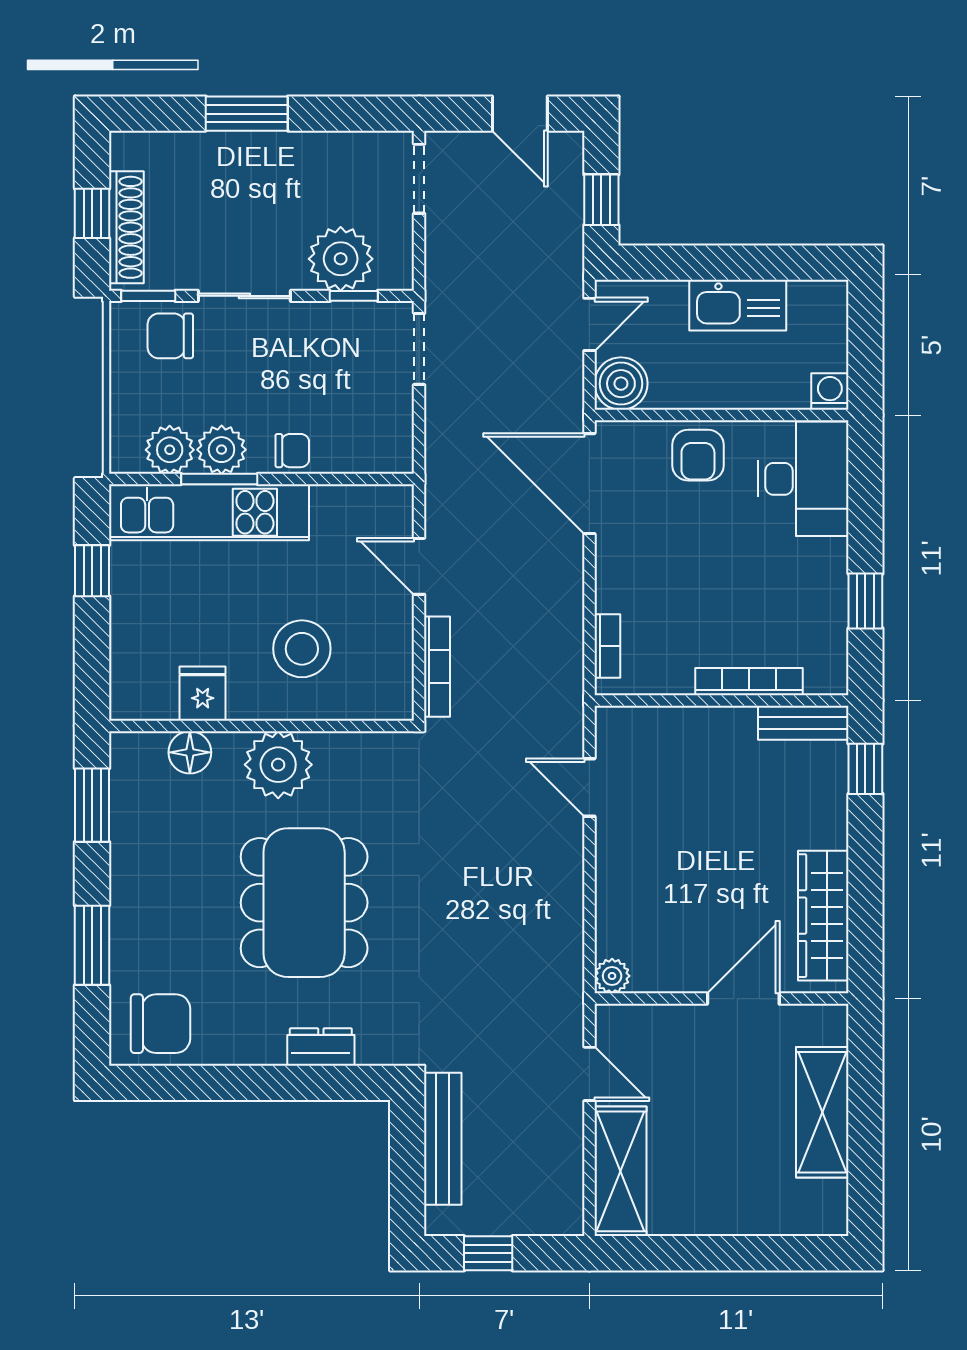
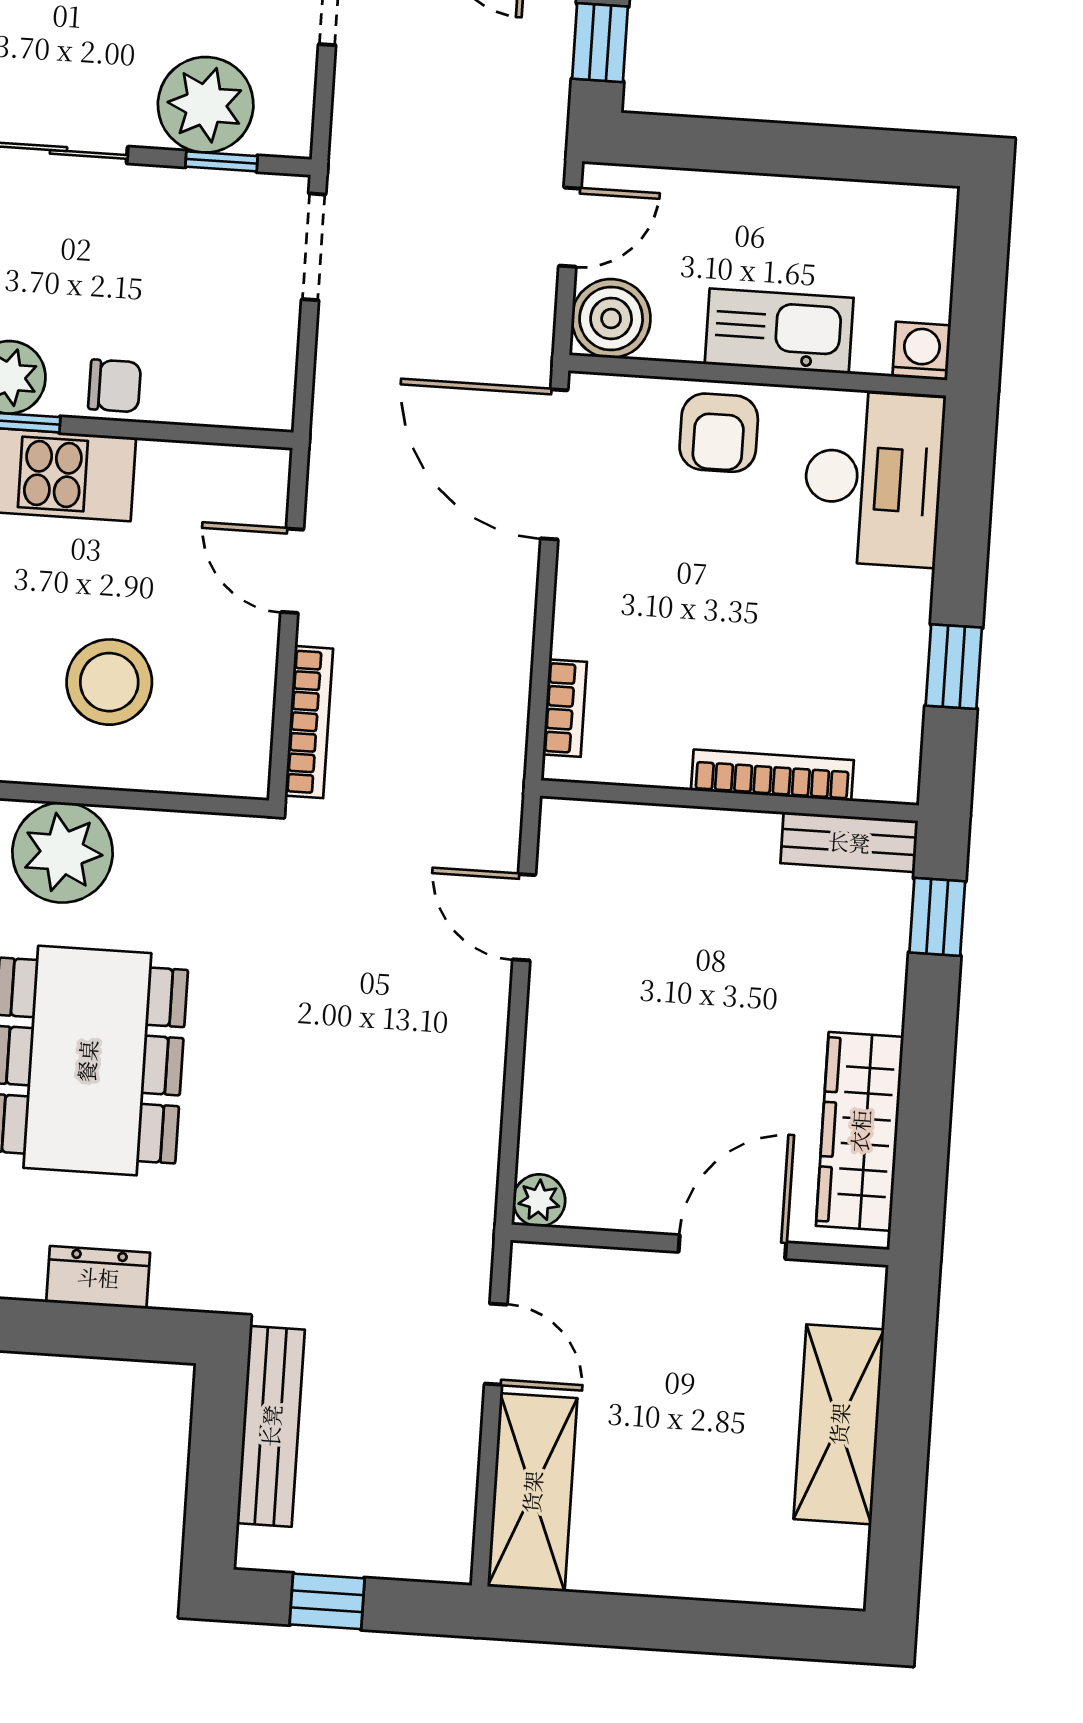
kitchen sink: (738, 305) -> (779, 331), moved, turned 180

